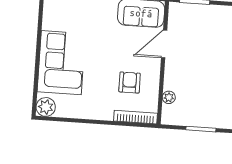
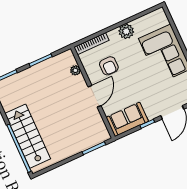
door: (164, 44) -> (95, 96), moved
plant: (46, 107) -> (126, 31), moved

